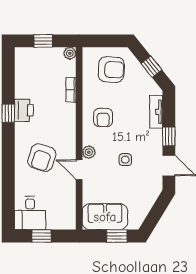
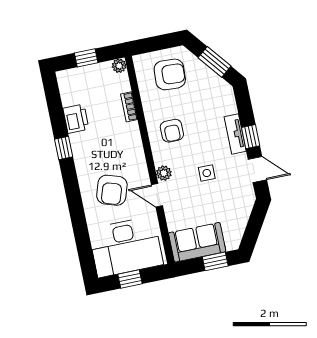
window: (151, 67) -> (215, 62), width x1.50
printer: (24, 110) -> (76, 119), moved
tv unit: (156, 112) -> (235, 134), moved
desk: (30, 213) -> (126, 247), width x1.87, depth x1.30

